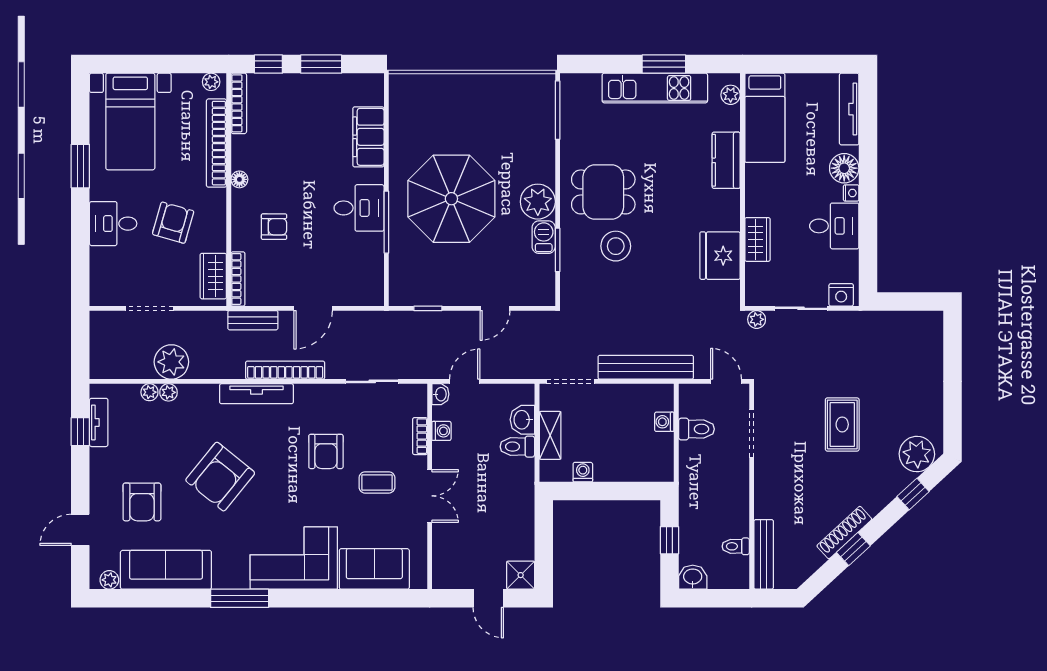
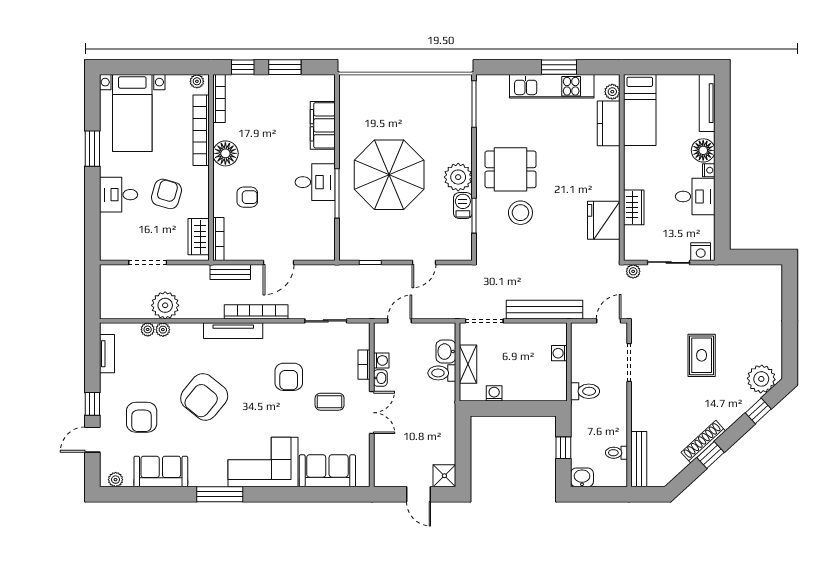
kitchen counter: (726, 160) -> (609, 123), moved
floor lamp: (239, 179) -> (225, 153), width x1.89, depth x1.89
door: (726, 381) -> (609, 321), hinge flipped
washbasin: (440, 394) -> (380, 378), moved
toilet: (696, 429) -> (585, 391), moved
window: (80, 432) -> (92, 404), moved
sofa: (166, 570) -> (161, 472), width x0.73

